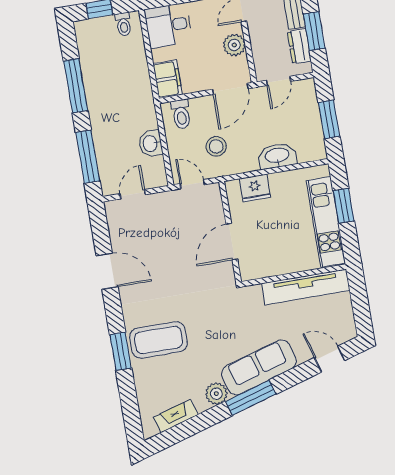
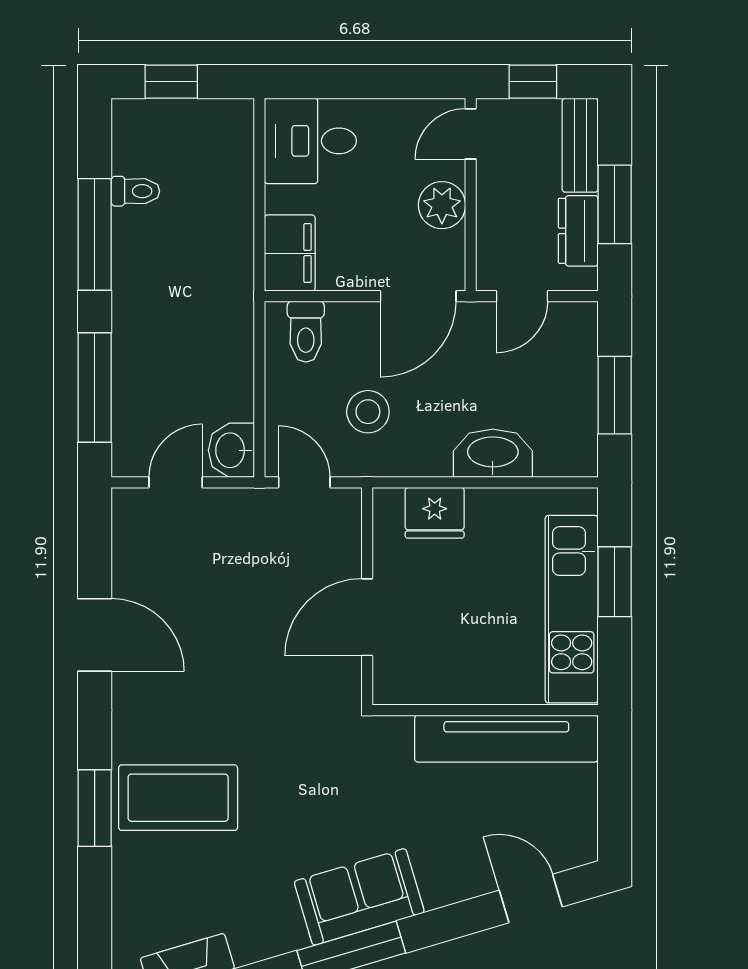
toilet: (124, 24) -> (135, 191), moved, turned -90
washbasin: (151, 143) -> (231, 450), moved
sofa: (259, 367) -> (359, 897), width x0.73
plant: (216, 394) -> (281, 931), removed

